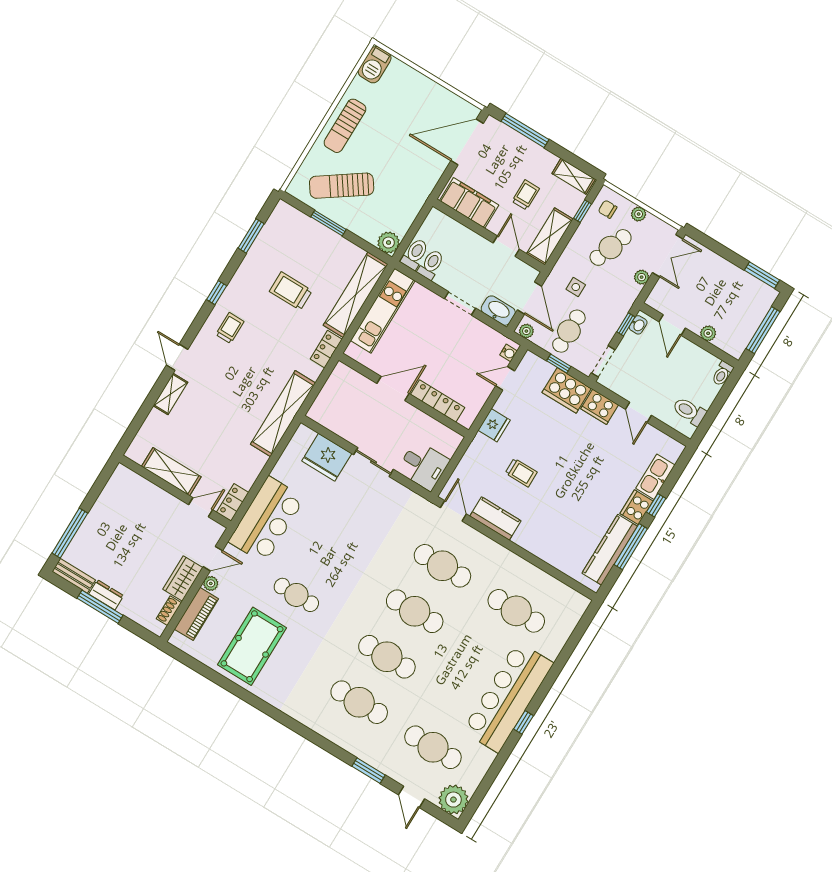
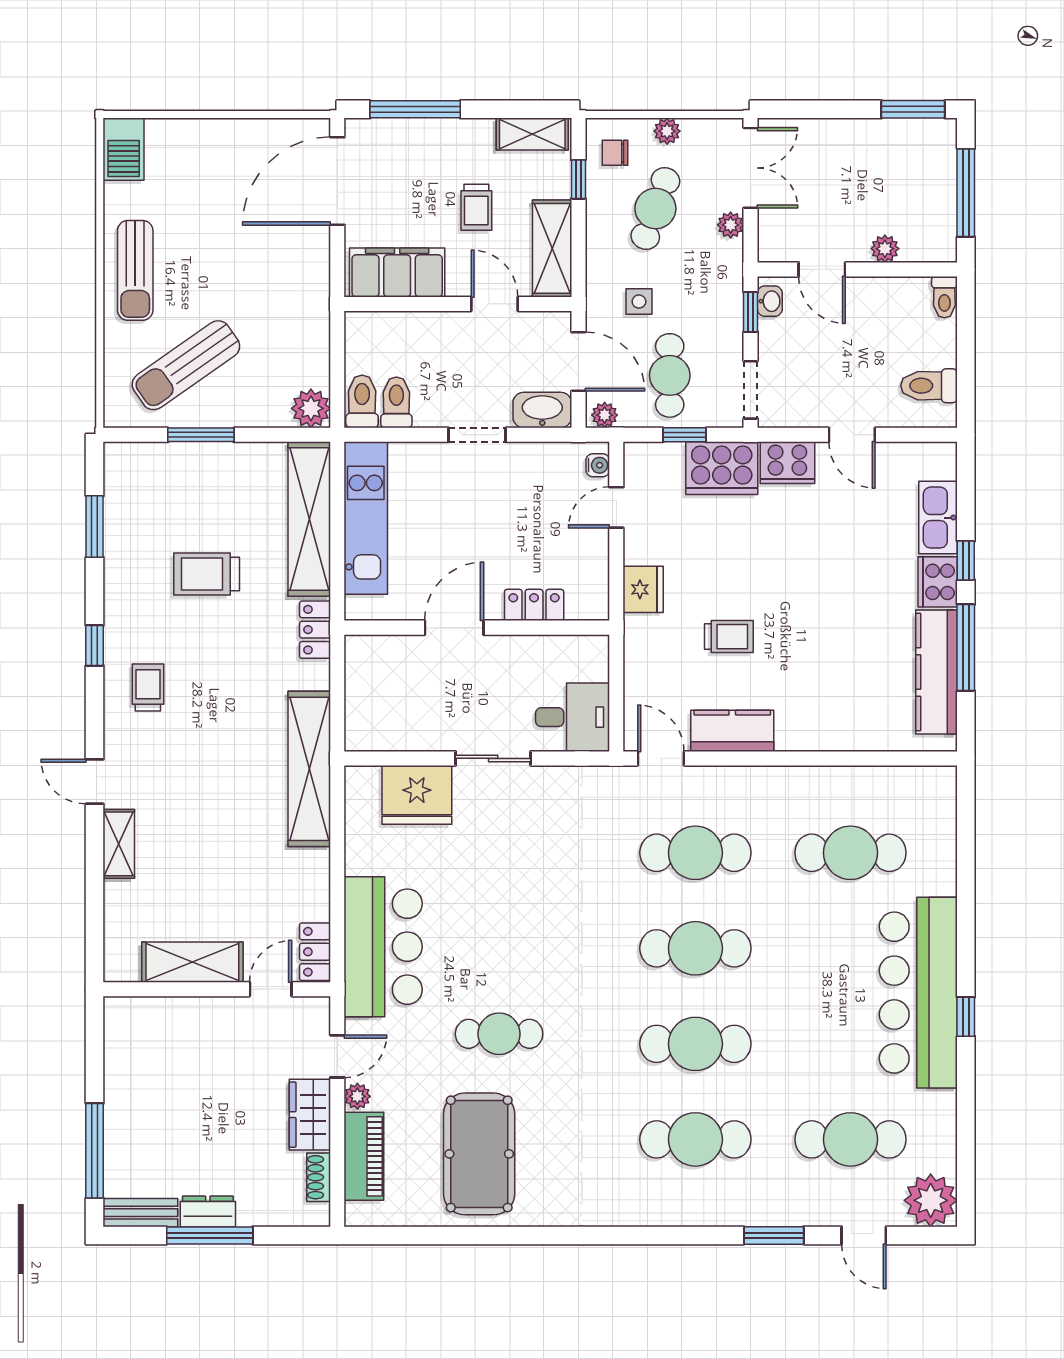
trolley: (526, 195) -> (476, 207), turned 180
locker: (438, 401) -> (534, 605), width x0.66

